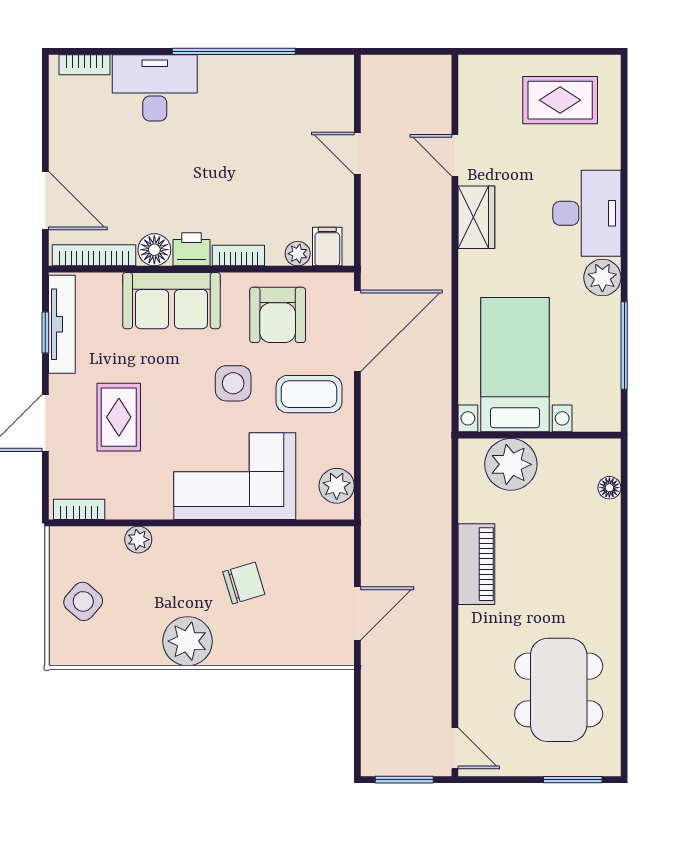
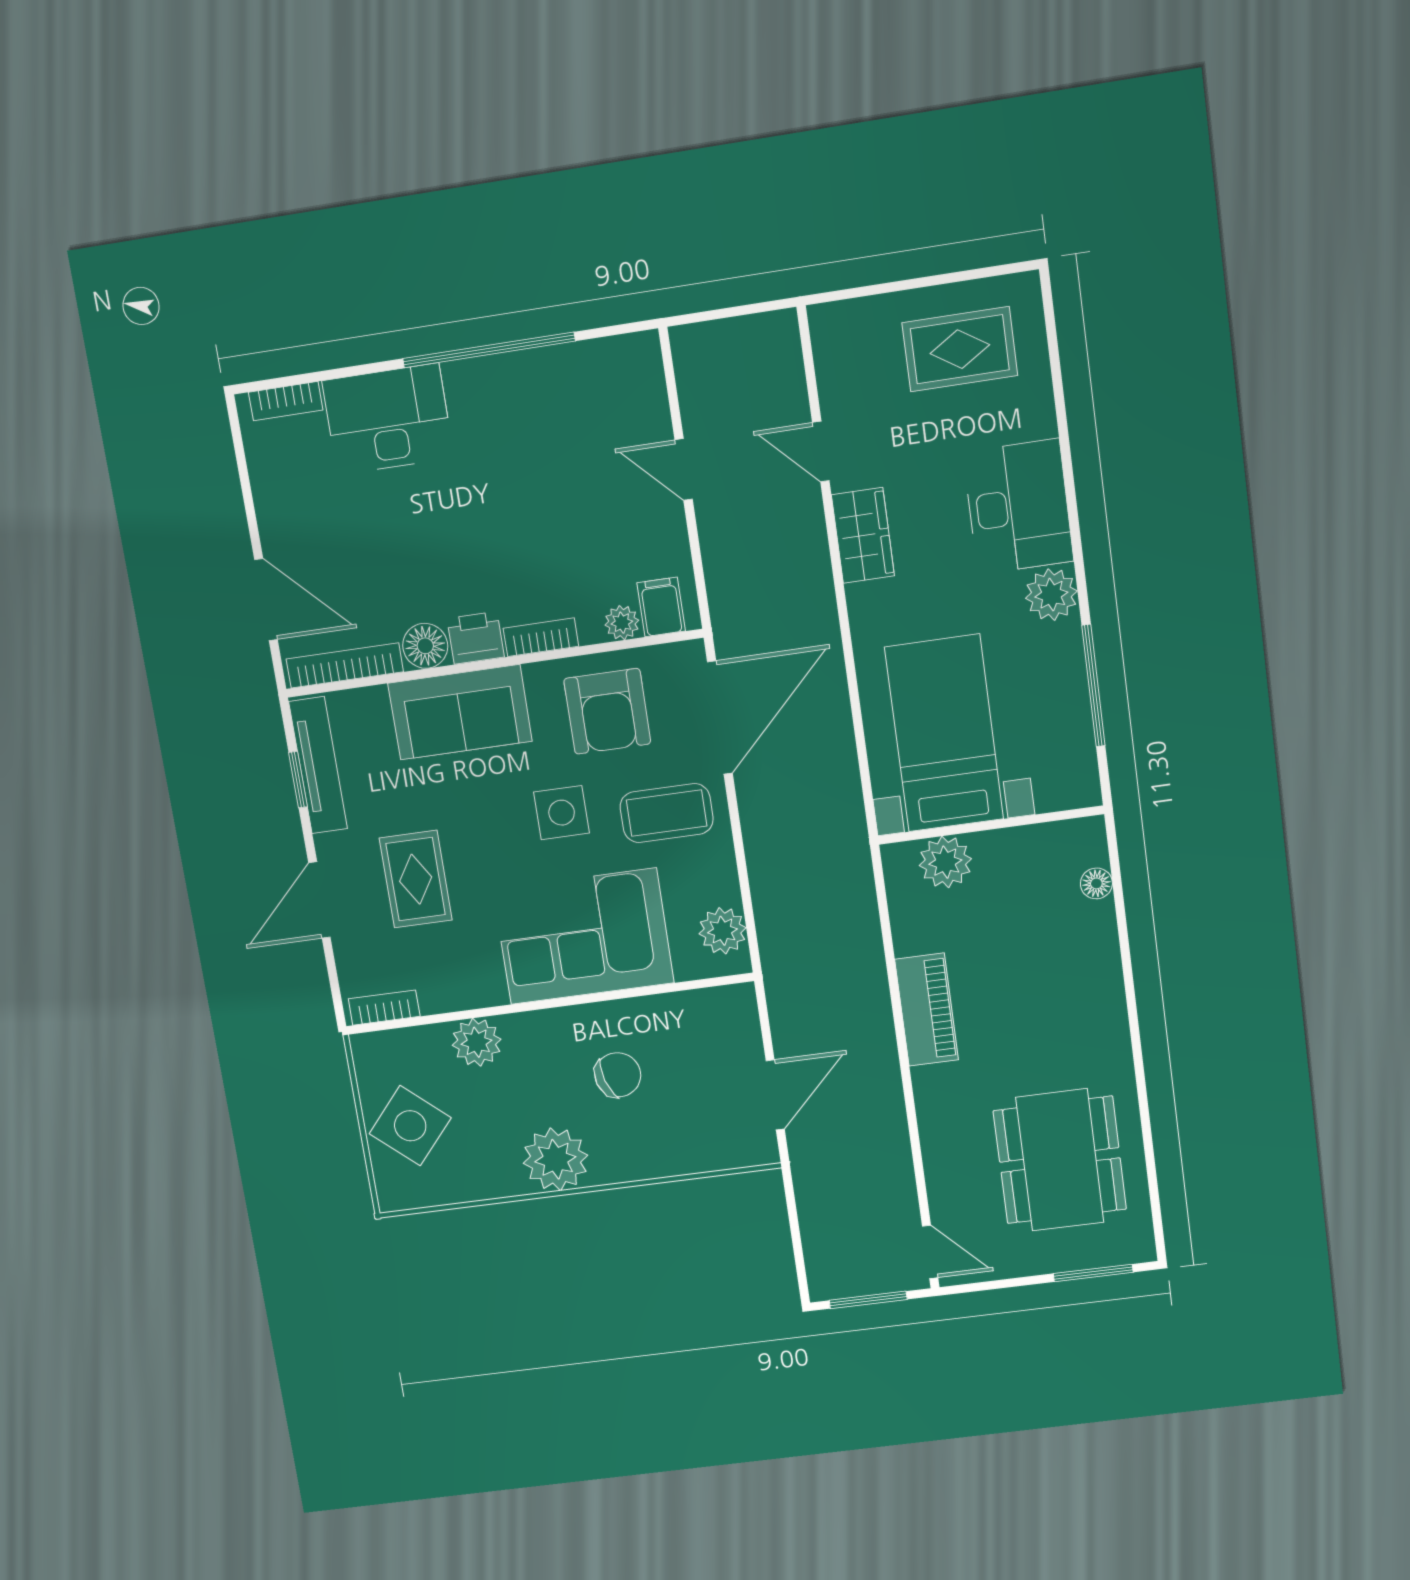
plant: (511, 464) -> (945, 862), width x0.73, depth x0.73
plant: (138, 540) -> (477, 1042), width x1.38, depth x1.38
side table: (83, 601) -> (410, 1126), width x1.37, depth x1.37

